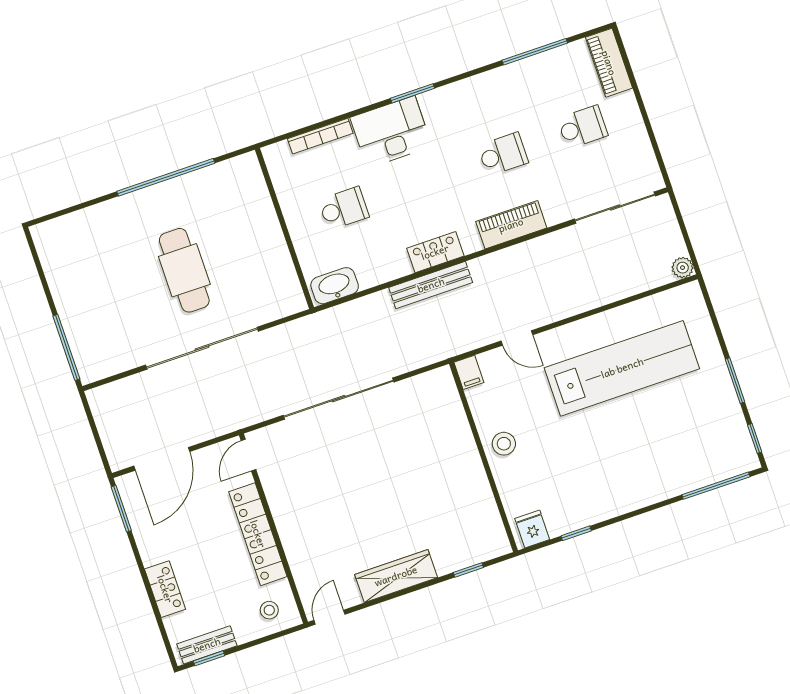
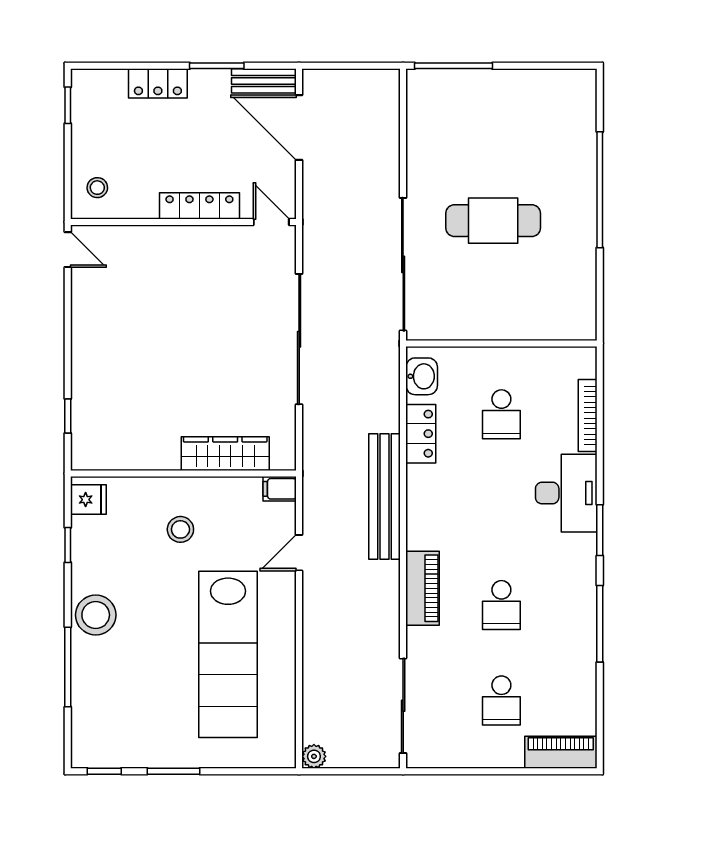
window: (535, 52) -> (600, 624), moved
window: (166, 177) -> (600, 190), moved
locker: (435, 252) -> (421, 434), moved
bench: (431, 285) -> (385, 496), width x1.37, depth x1.21
washbasin: (335, 286) -> (422, 376), width x0.72
sliding door: (202, 348) -> (403, 264), moved
stool: (504, 444) -> (180, 529), moved
window: (716, 486) -> (68, 667), moved
stool: (627, 490) -> (96, 615), added
window: (121, 509) -> (217, 66), moved
locker: (258, 534) -> (199, 206), width x0.71, depth x0.83
wardrobe: (396, 576) -> (225, 454), moved, turned -90
bench: (207, 645) -> (264, 81), moved, turned 90

